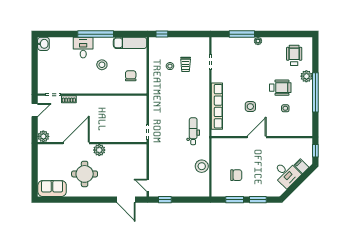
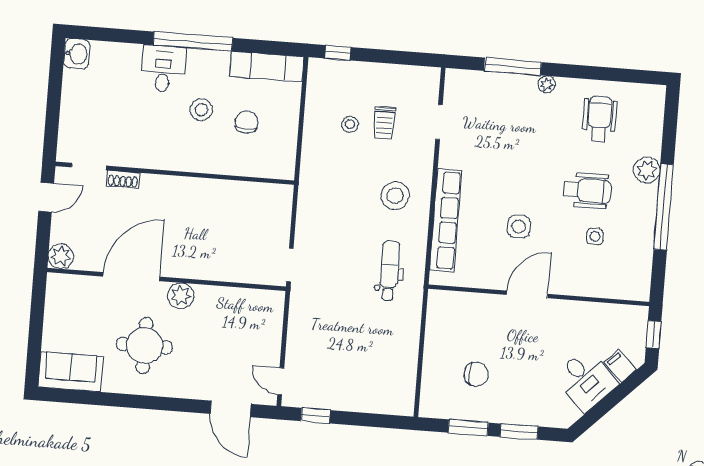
wheelchair: (294, 55) -> (600, 119), moved
chair: (131, 76) -> (247, 122), moved
stool: (202, 166) -> (395, 196), moved

